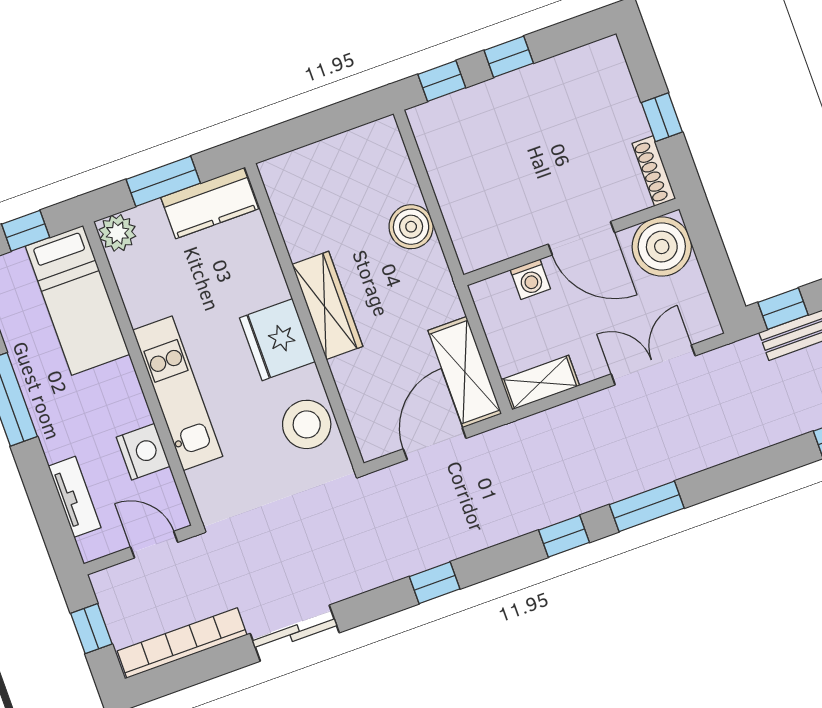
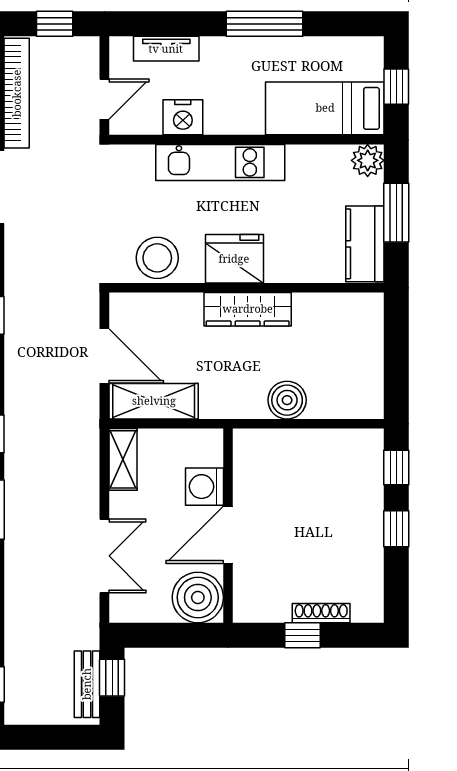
shoe rack: (654, 171) -> (321, 613), moved
washing machine: (530, 279) -> (205, 487), width x1.38, depth x1.38

